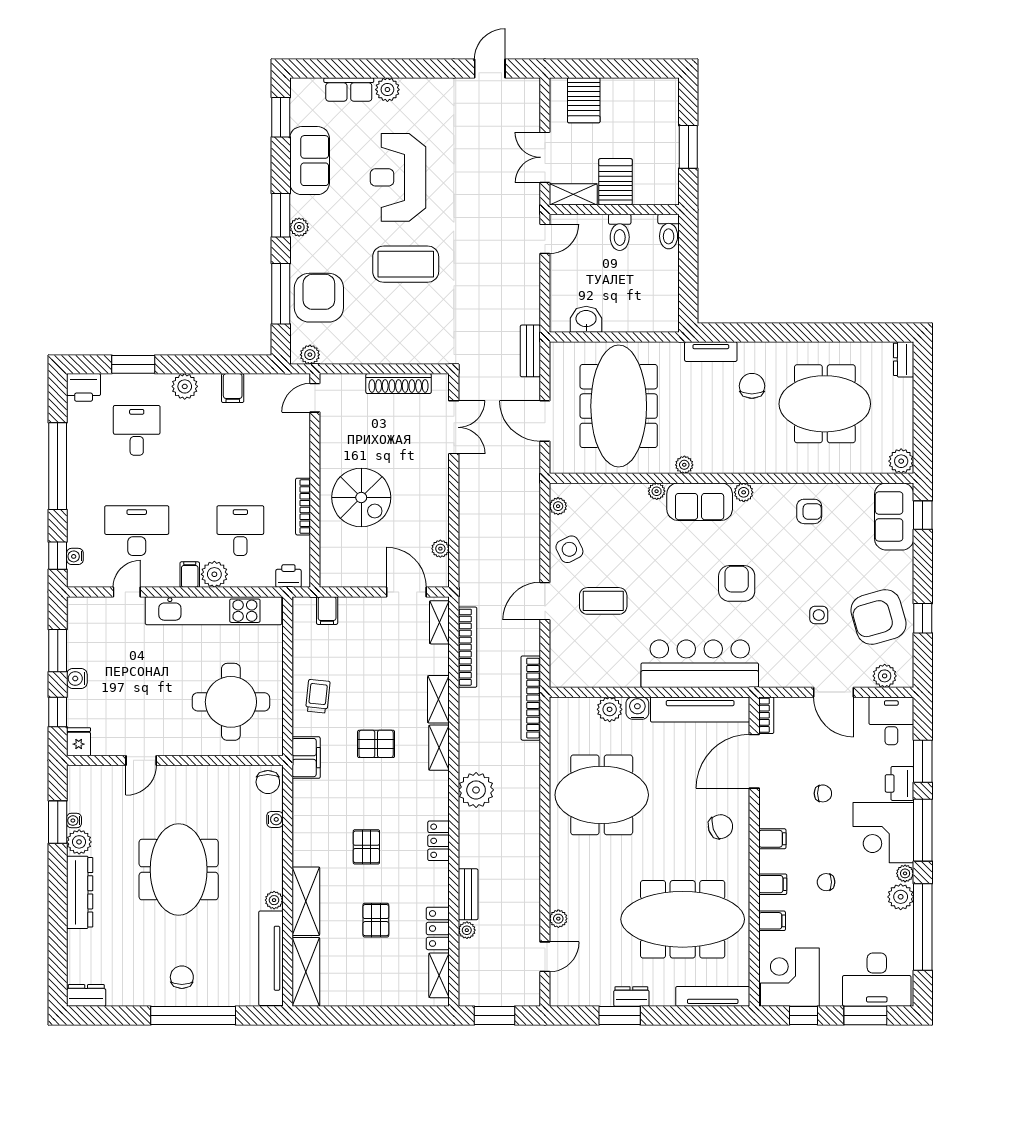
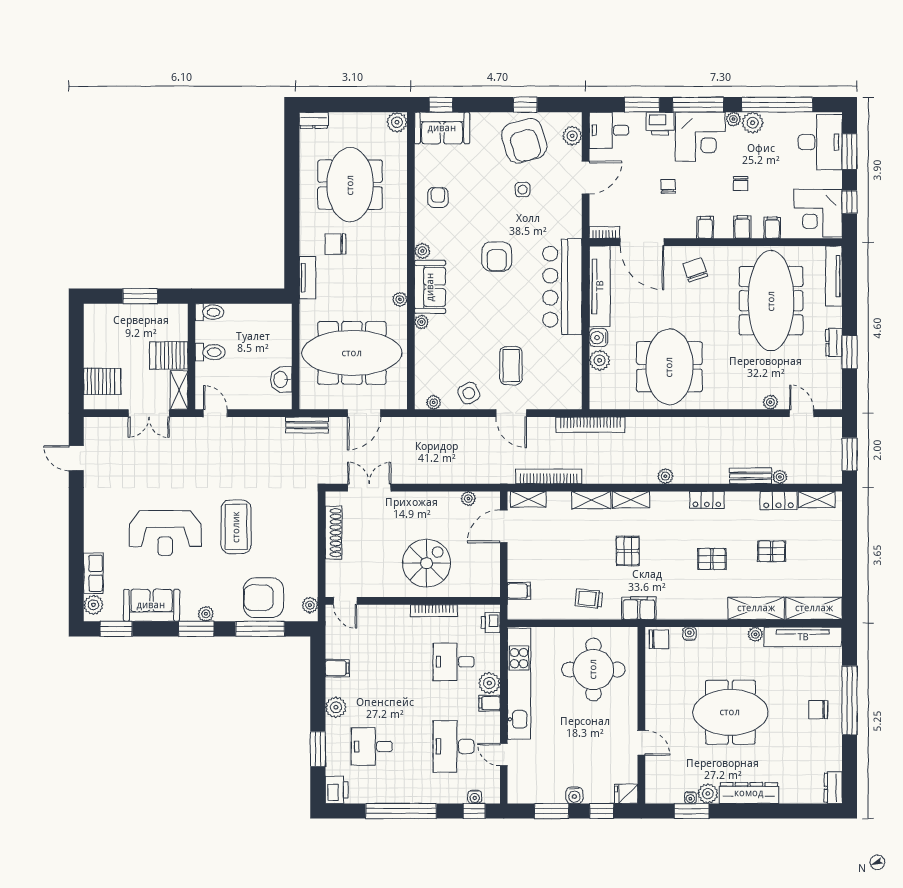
plant: (387, 90) -> (93, 605), moved
armchair: (737, 583) -> (497, 257), turned -90
plant: (476, 790) -> (665, 476), width x0.53, depth x0.53

